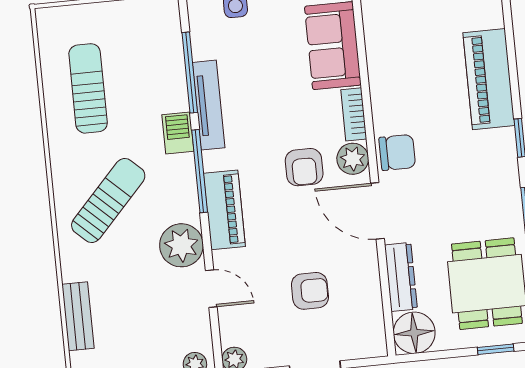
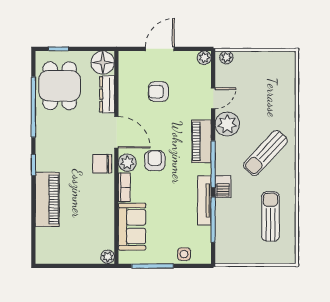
sun lounger: (88, 88) -> (270, 216), turned 180
door: (211, 289) -> (213, 98), swing flipped
bench: (78, 316) -> (289, 90), removed

